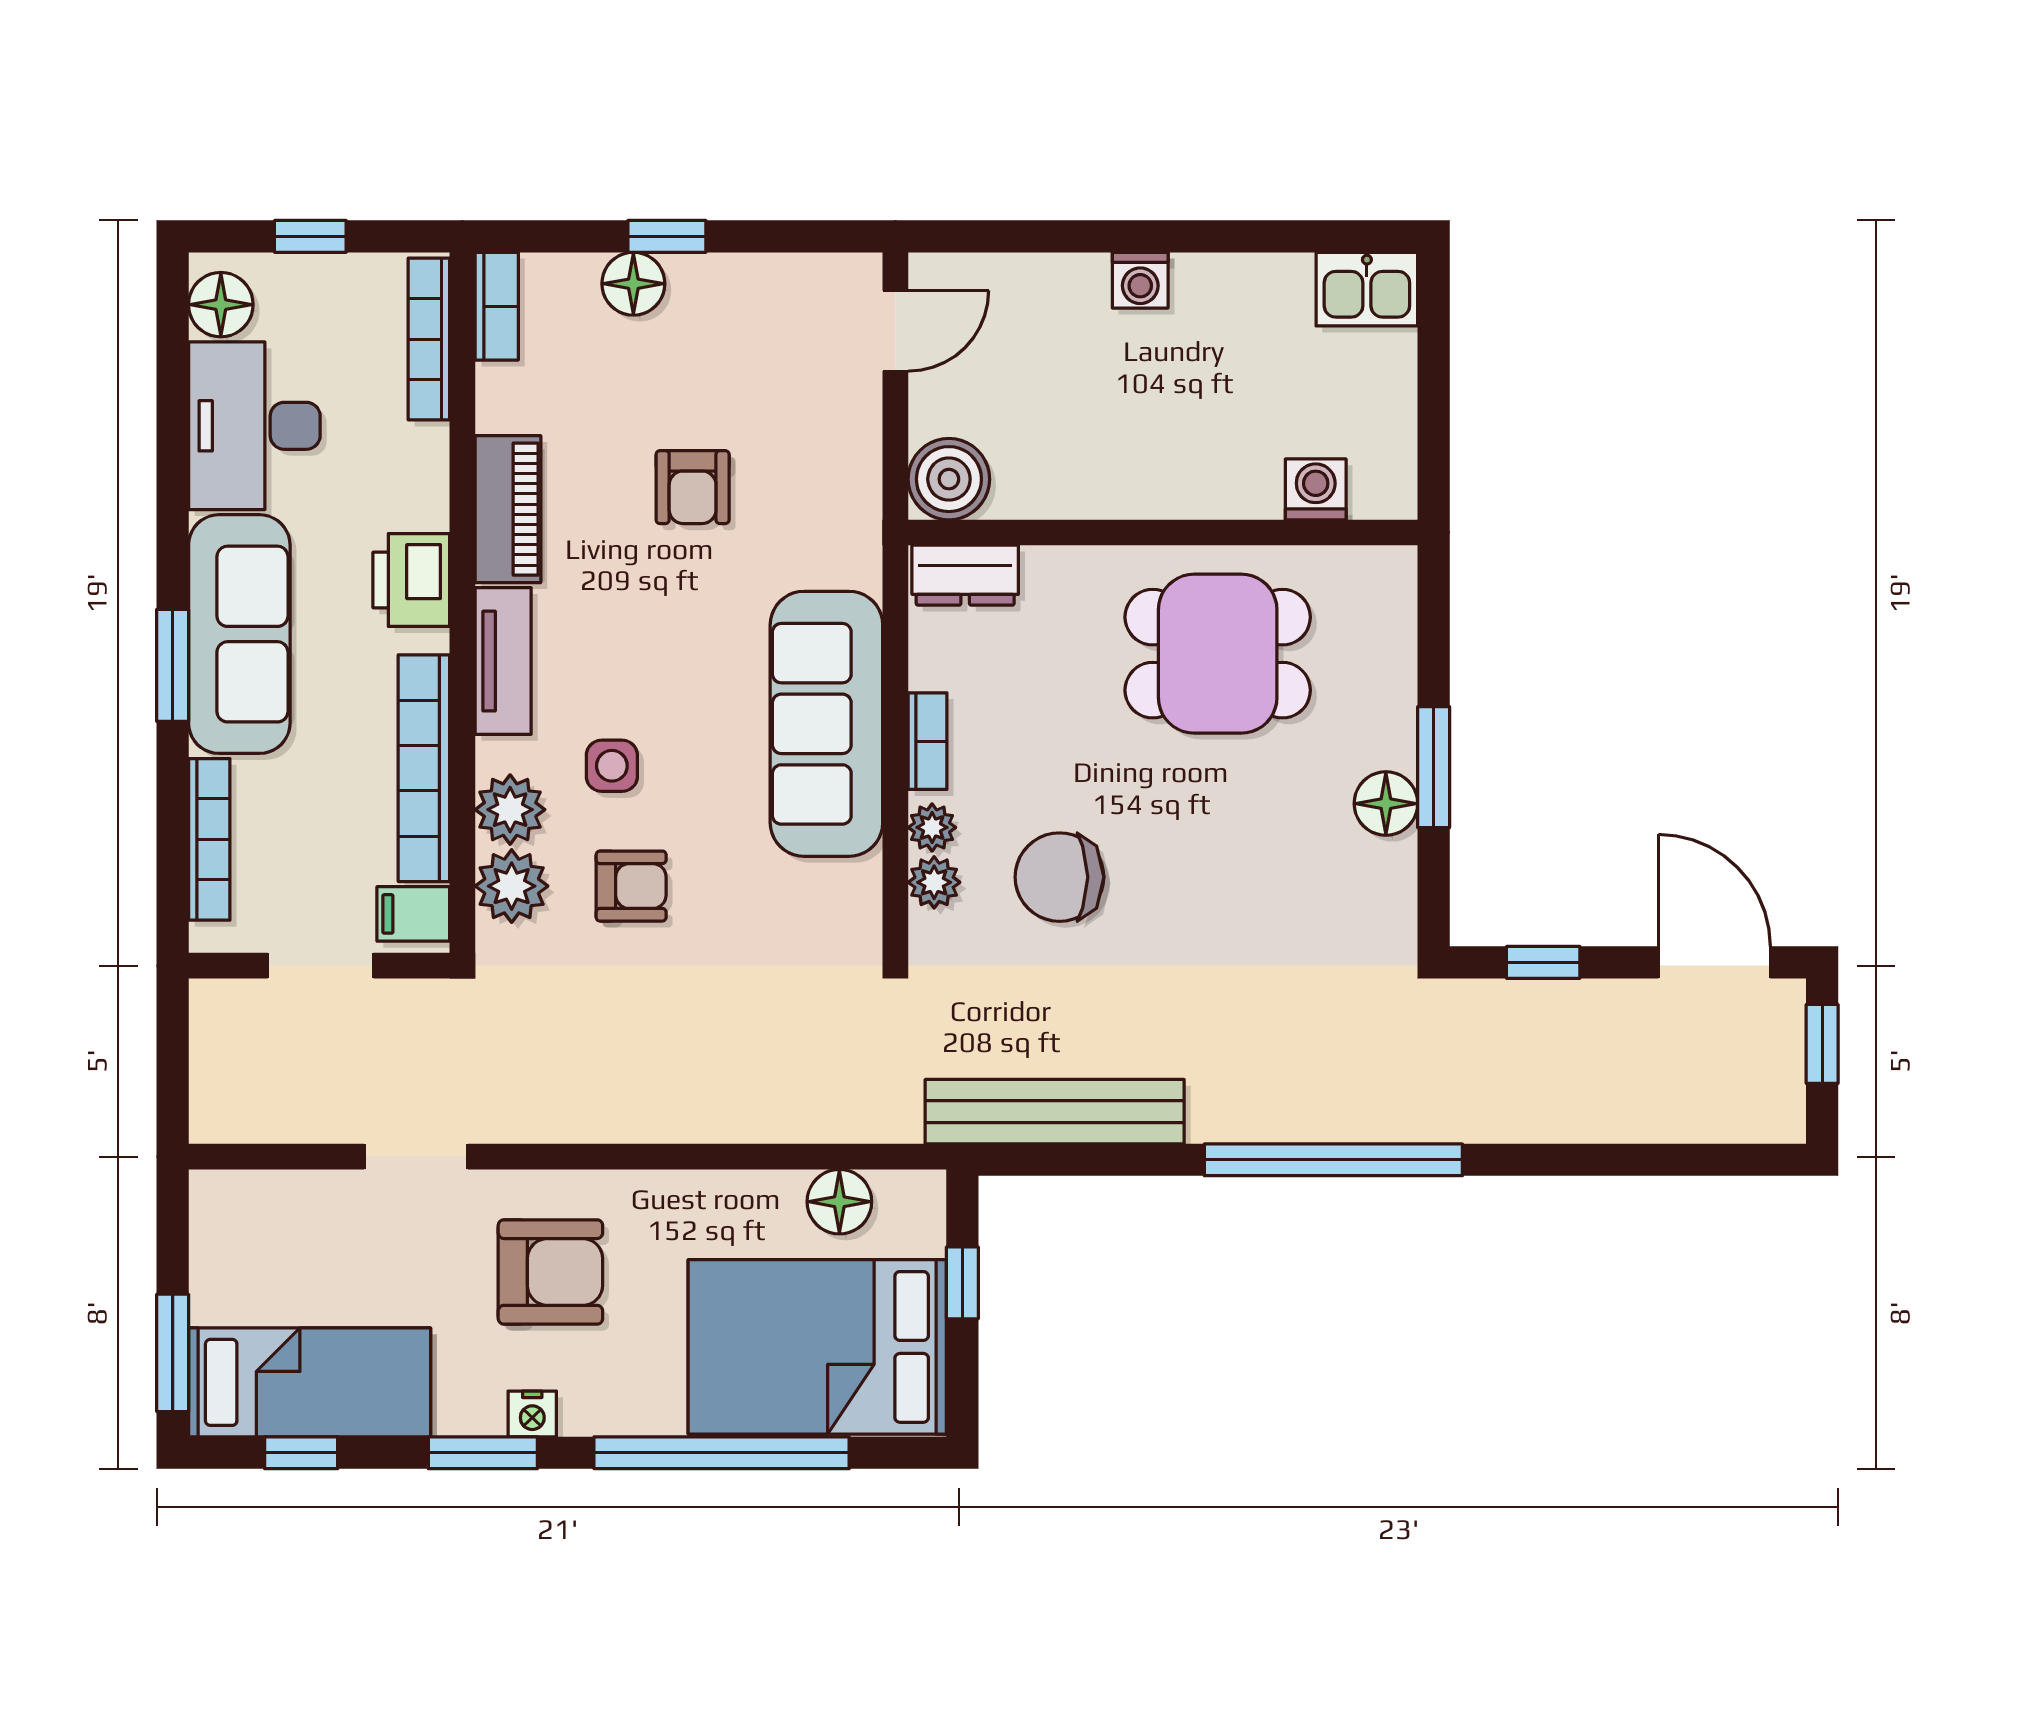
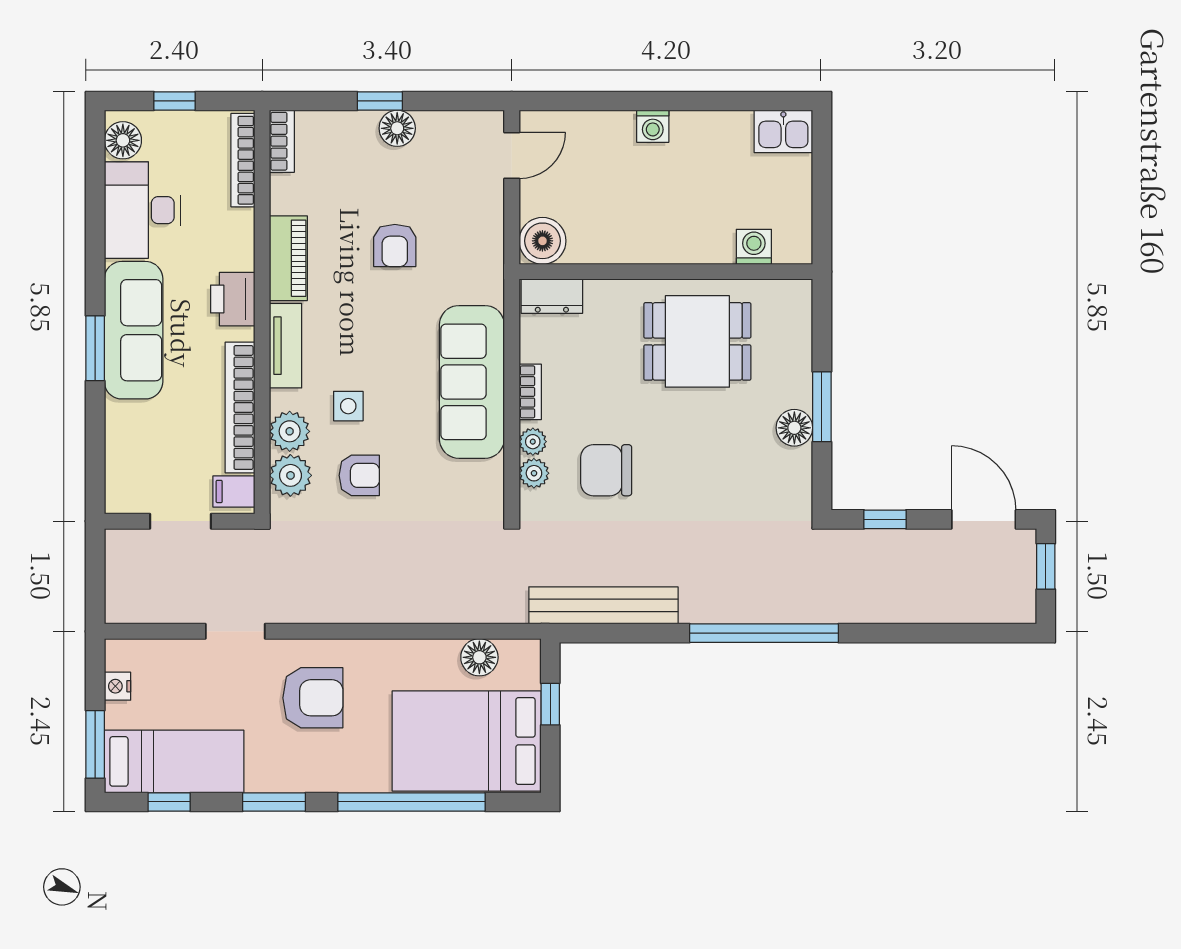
floor lamp: (633, 284) -> (397, 128), moved
bookcase: (209, 839) -> (116, 448), removed
nightstand: (532, 1414) -> (117, 686), moved, turned 90

